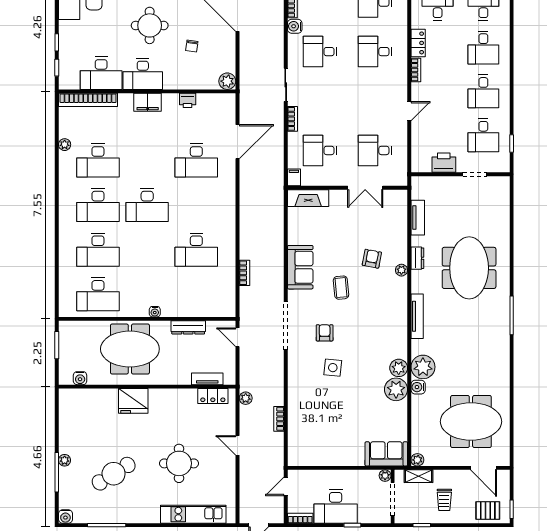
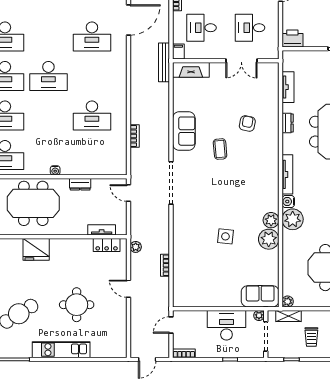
printer: (444, 163) -> (292, 39), moved
bench: (278, 190) -> (164, 62), added
plant: (401, 270) -> (274, 134), removed
dresser: (188, 327) -> (80, 184), width x0.70
armchair: (325, 333) -> (205, 189), removed
side table: (333, 368) -> (225, 236), moved
water cooler: (418, 387) -> (288, 201), moved
desk: (336, 506) -> (226, 325), moved, turned 180
kitchen unit: (193, 514) -> (61, 350), moved

